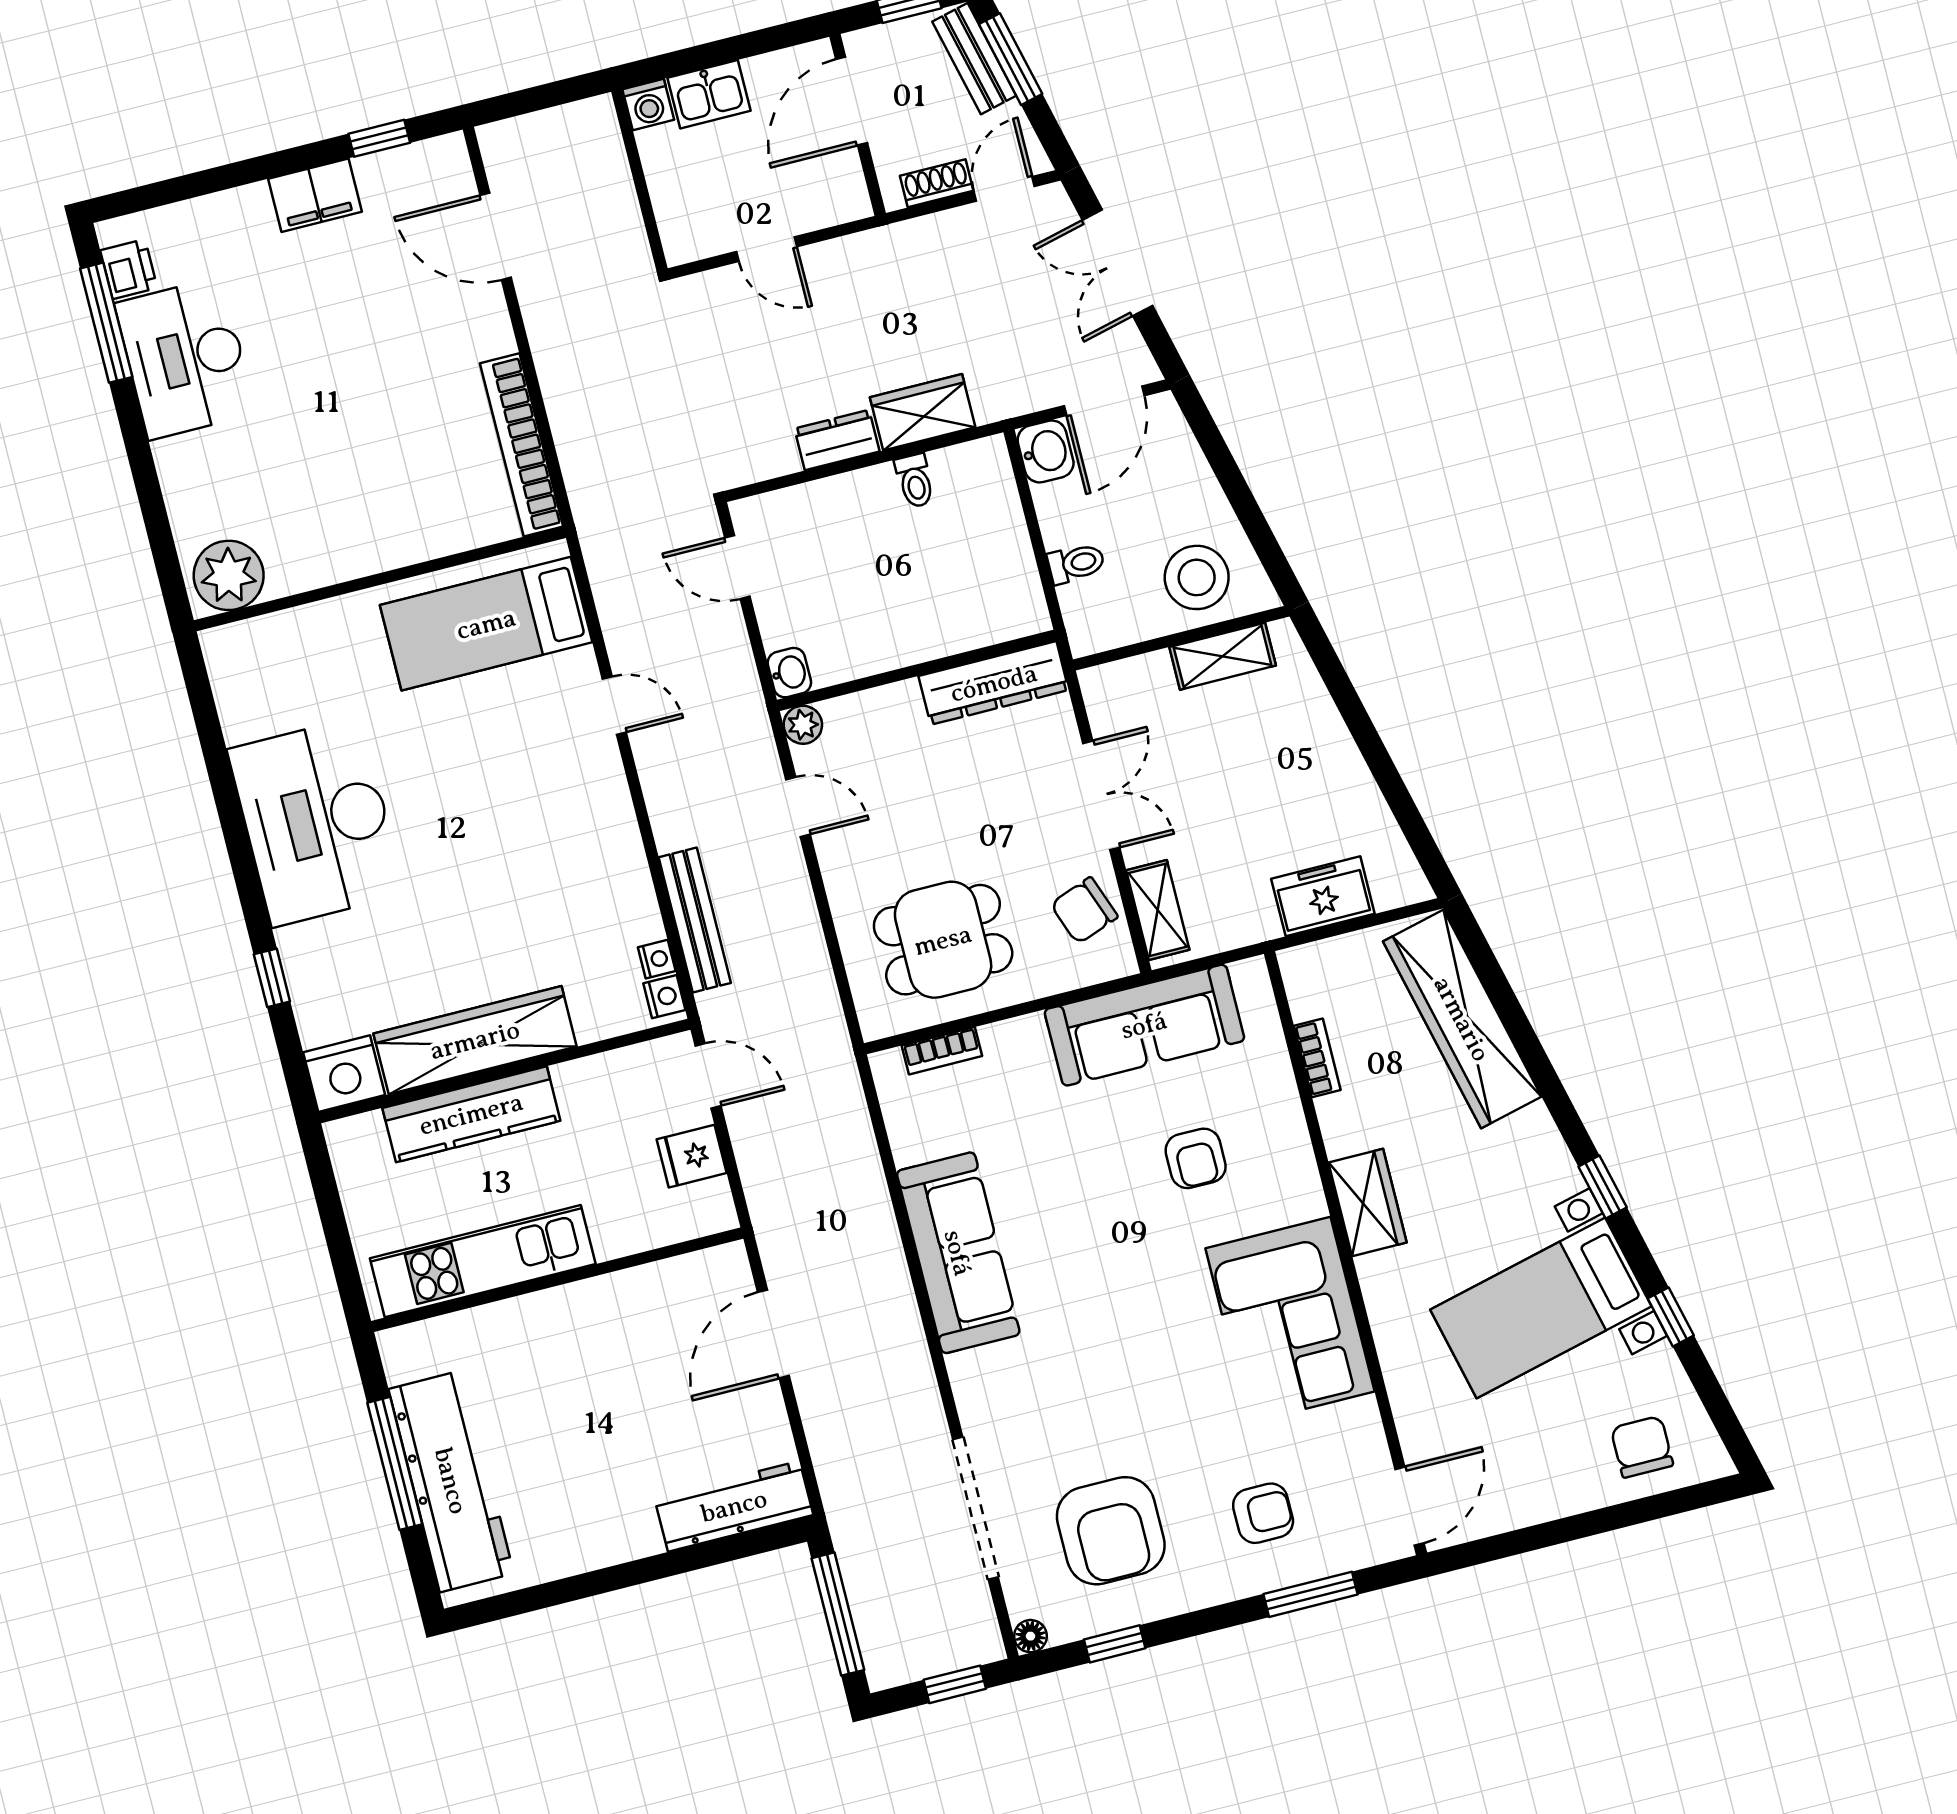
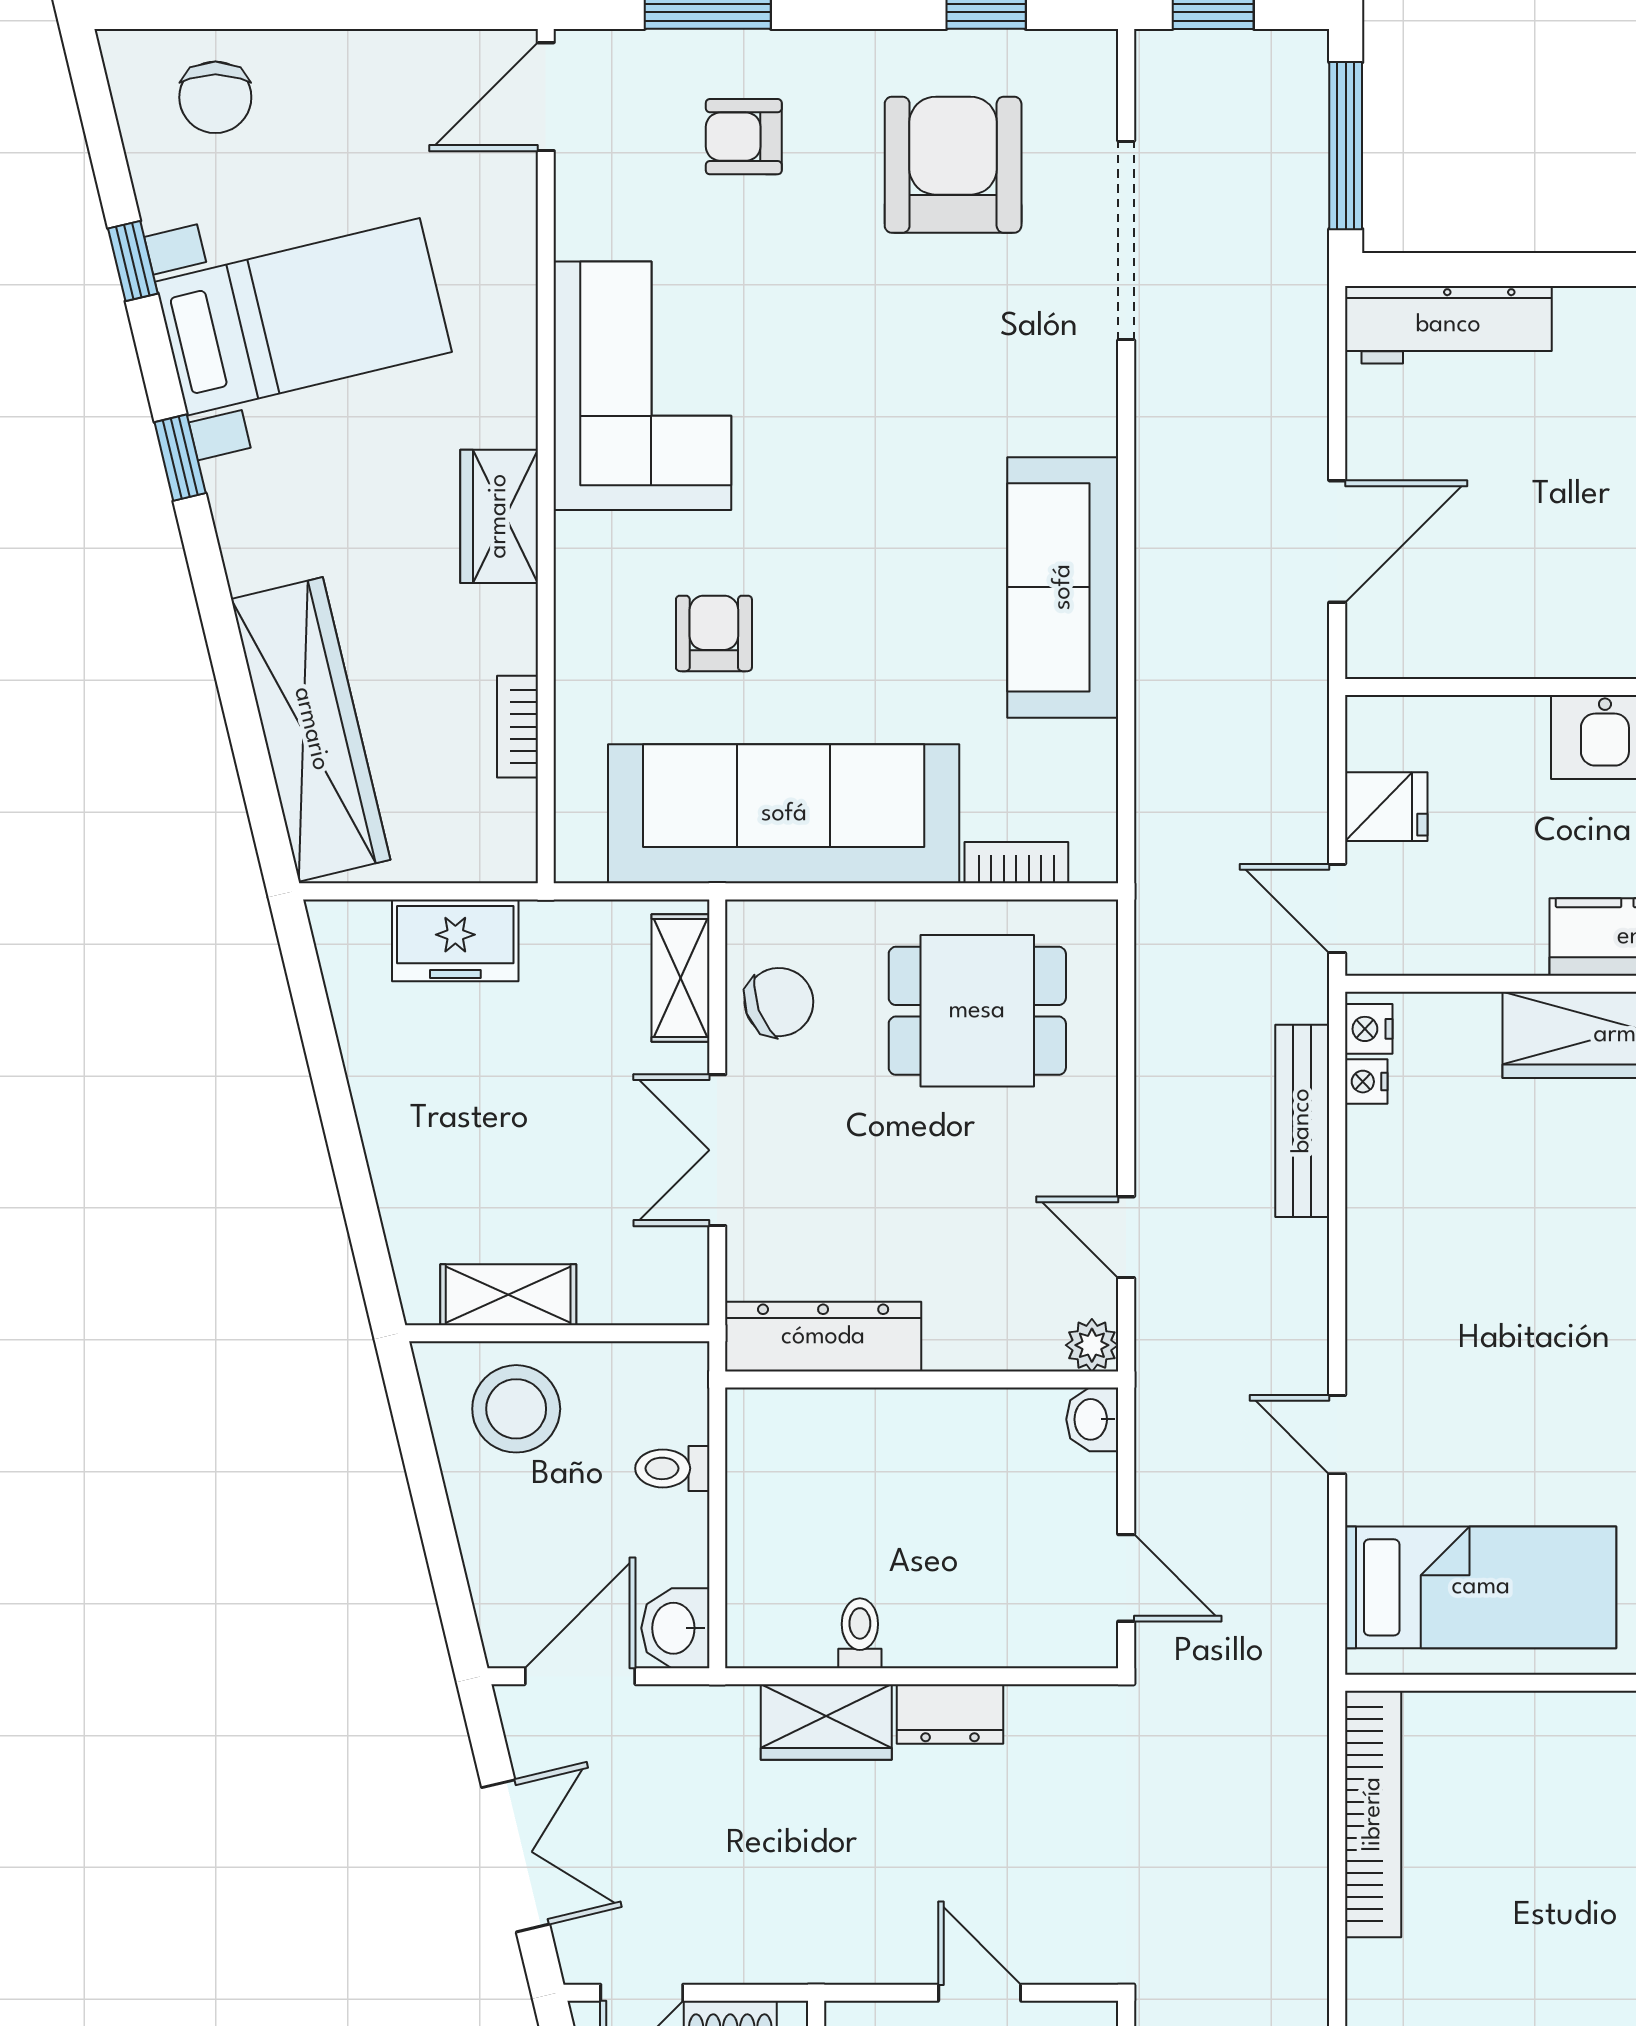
sofa: (1144, 1025) -> (784, 814), width x1.36, depth x1.27
floor lamp: (1031, 1636) -> (1096, 51), removed

